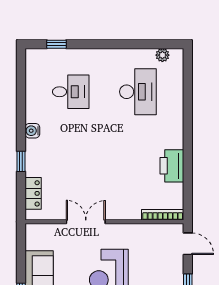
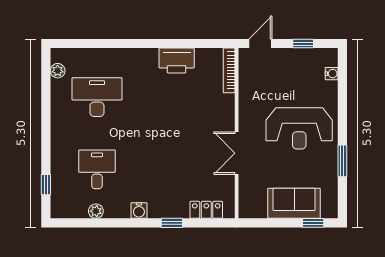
plant: (32, 91) -> (96, 211), added

